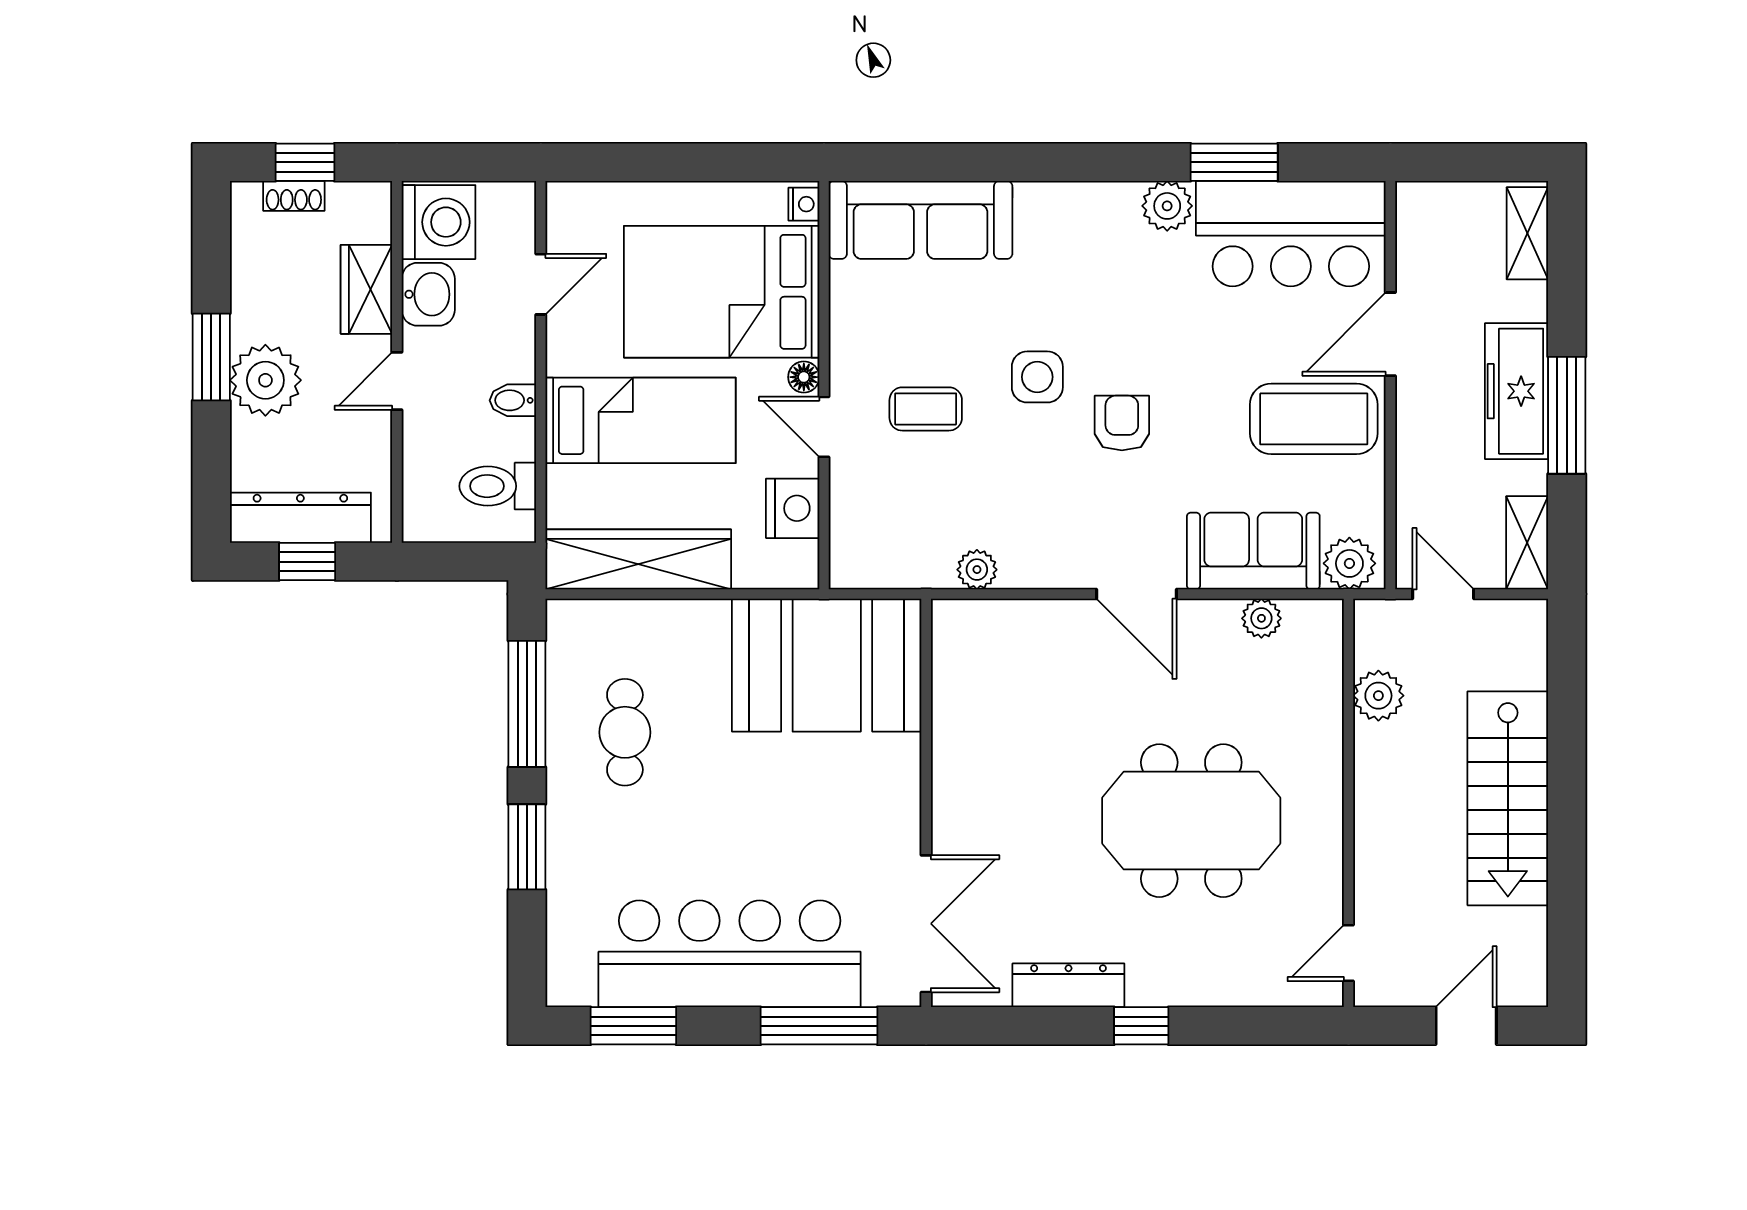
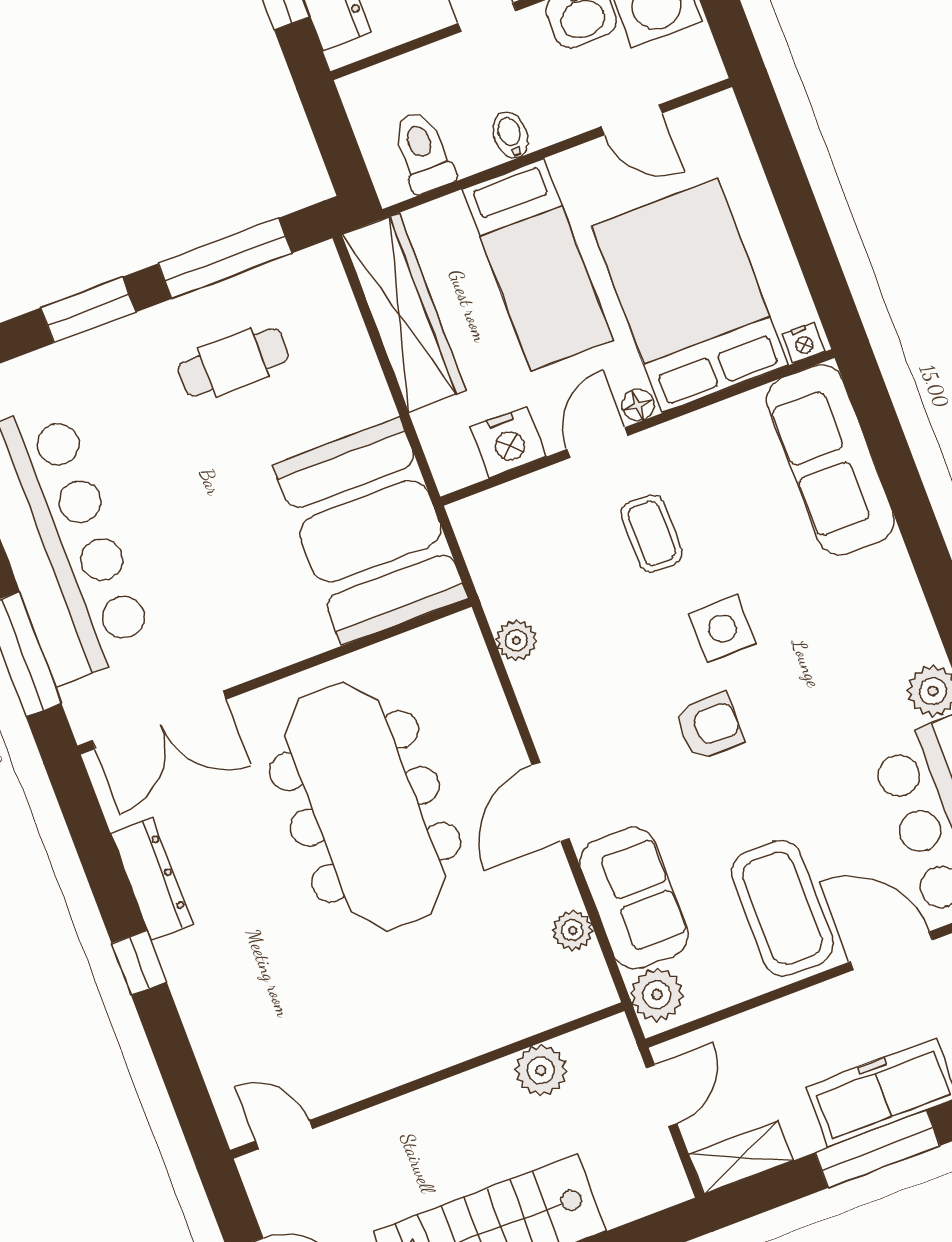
meeting table: (1191, 821) -> (365, 806), moved, width x1.36

